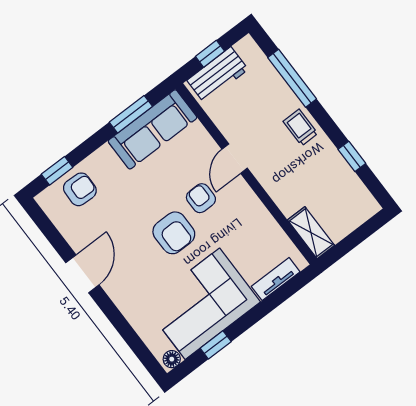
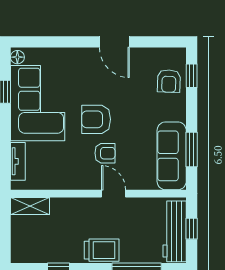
workbench: (218, 75) -> (175, 231), width x1.38
trolley: (300, 127) -> (102, 250), width x1.36, depth x1.39

